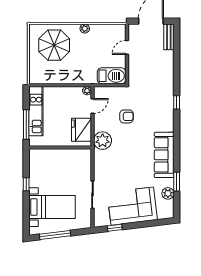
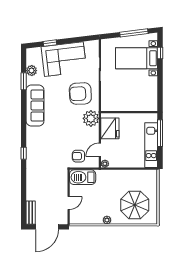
armchair: (126, 116) -> (78, 156), moved
armchair: (114, 168) -> (80, 94), added
window: (26, 184) -> (160, 53), moved
window: (115, 228) -> (50, 43), moved

